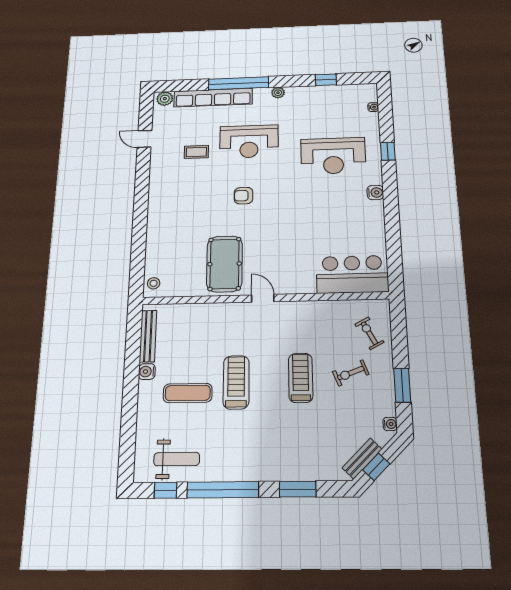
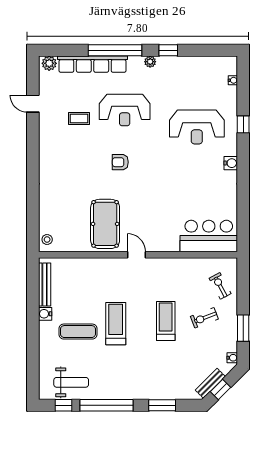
window: (326, 80) -> (168, 50), moved

